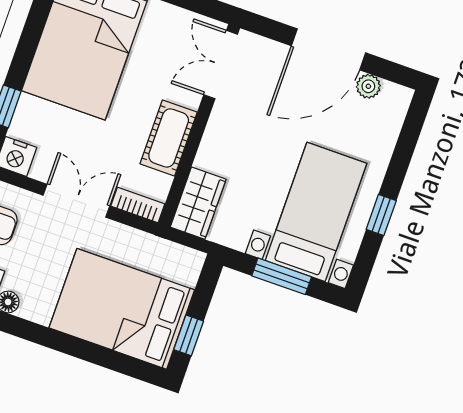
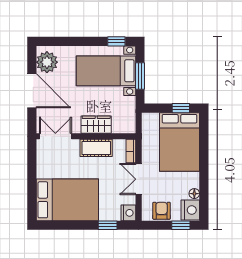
double door: (221, 65) -> (55, 136), swing flipped
plant: (368, 86) -> (47, 62), width x1.87, depth x1.87
wardrobe: (198, 203) -> (96, 125), moved
window: (381, 215) -> (116, 41), moved

